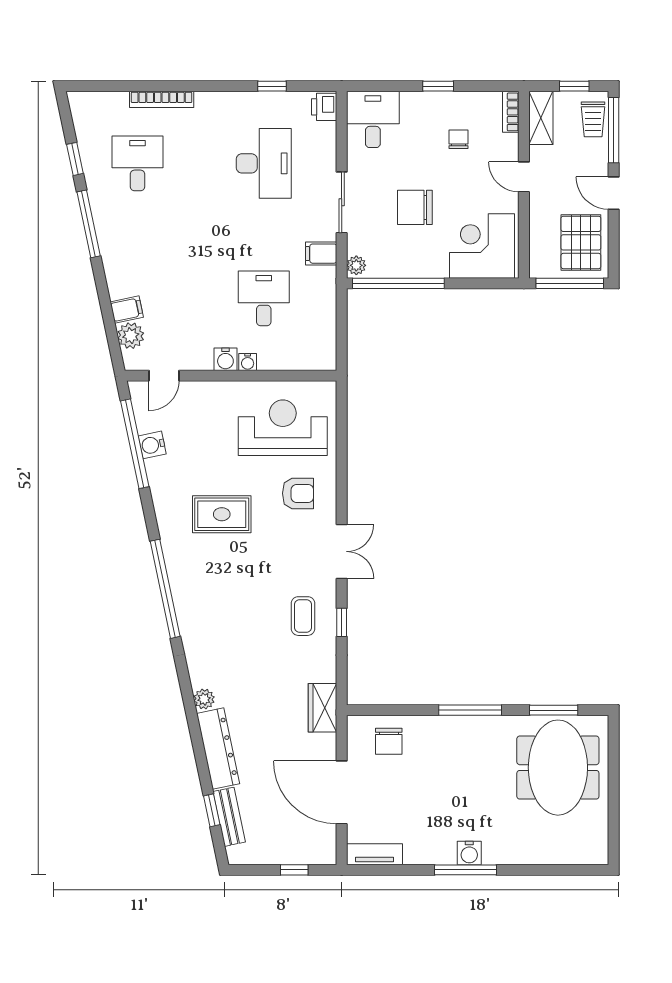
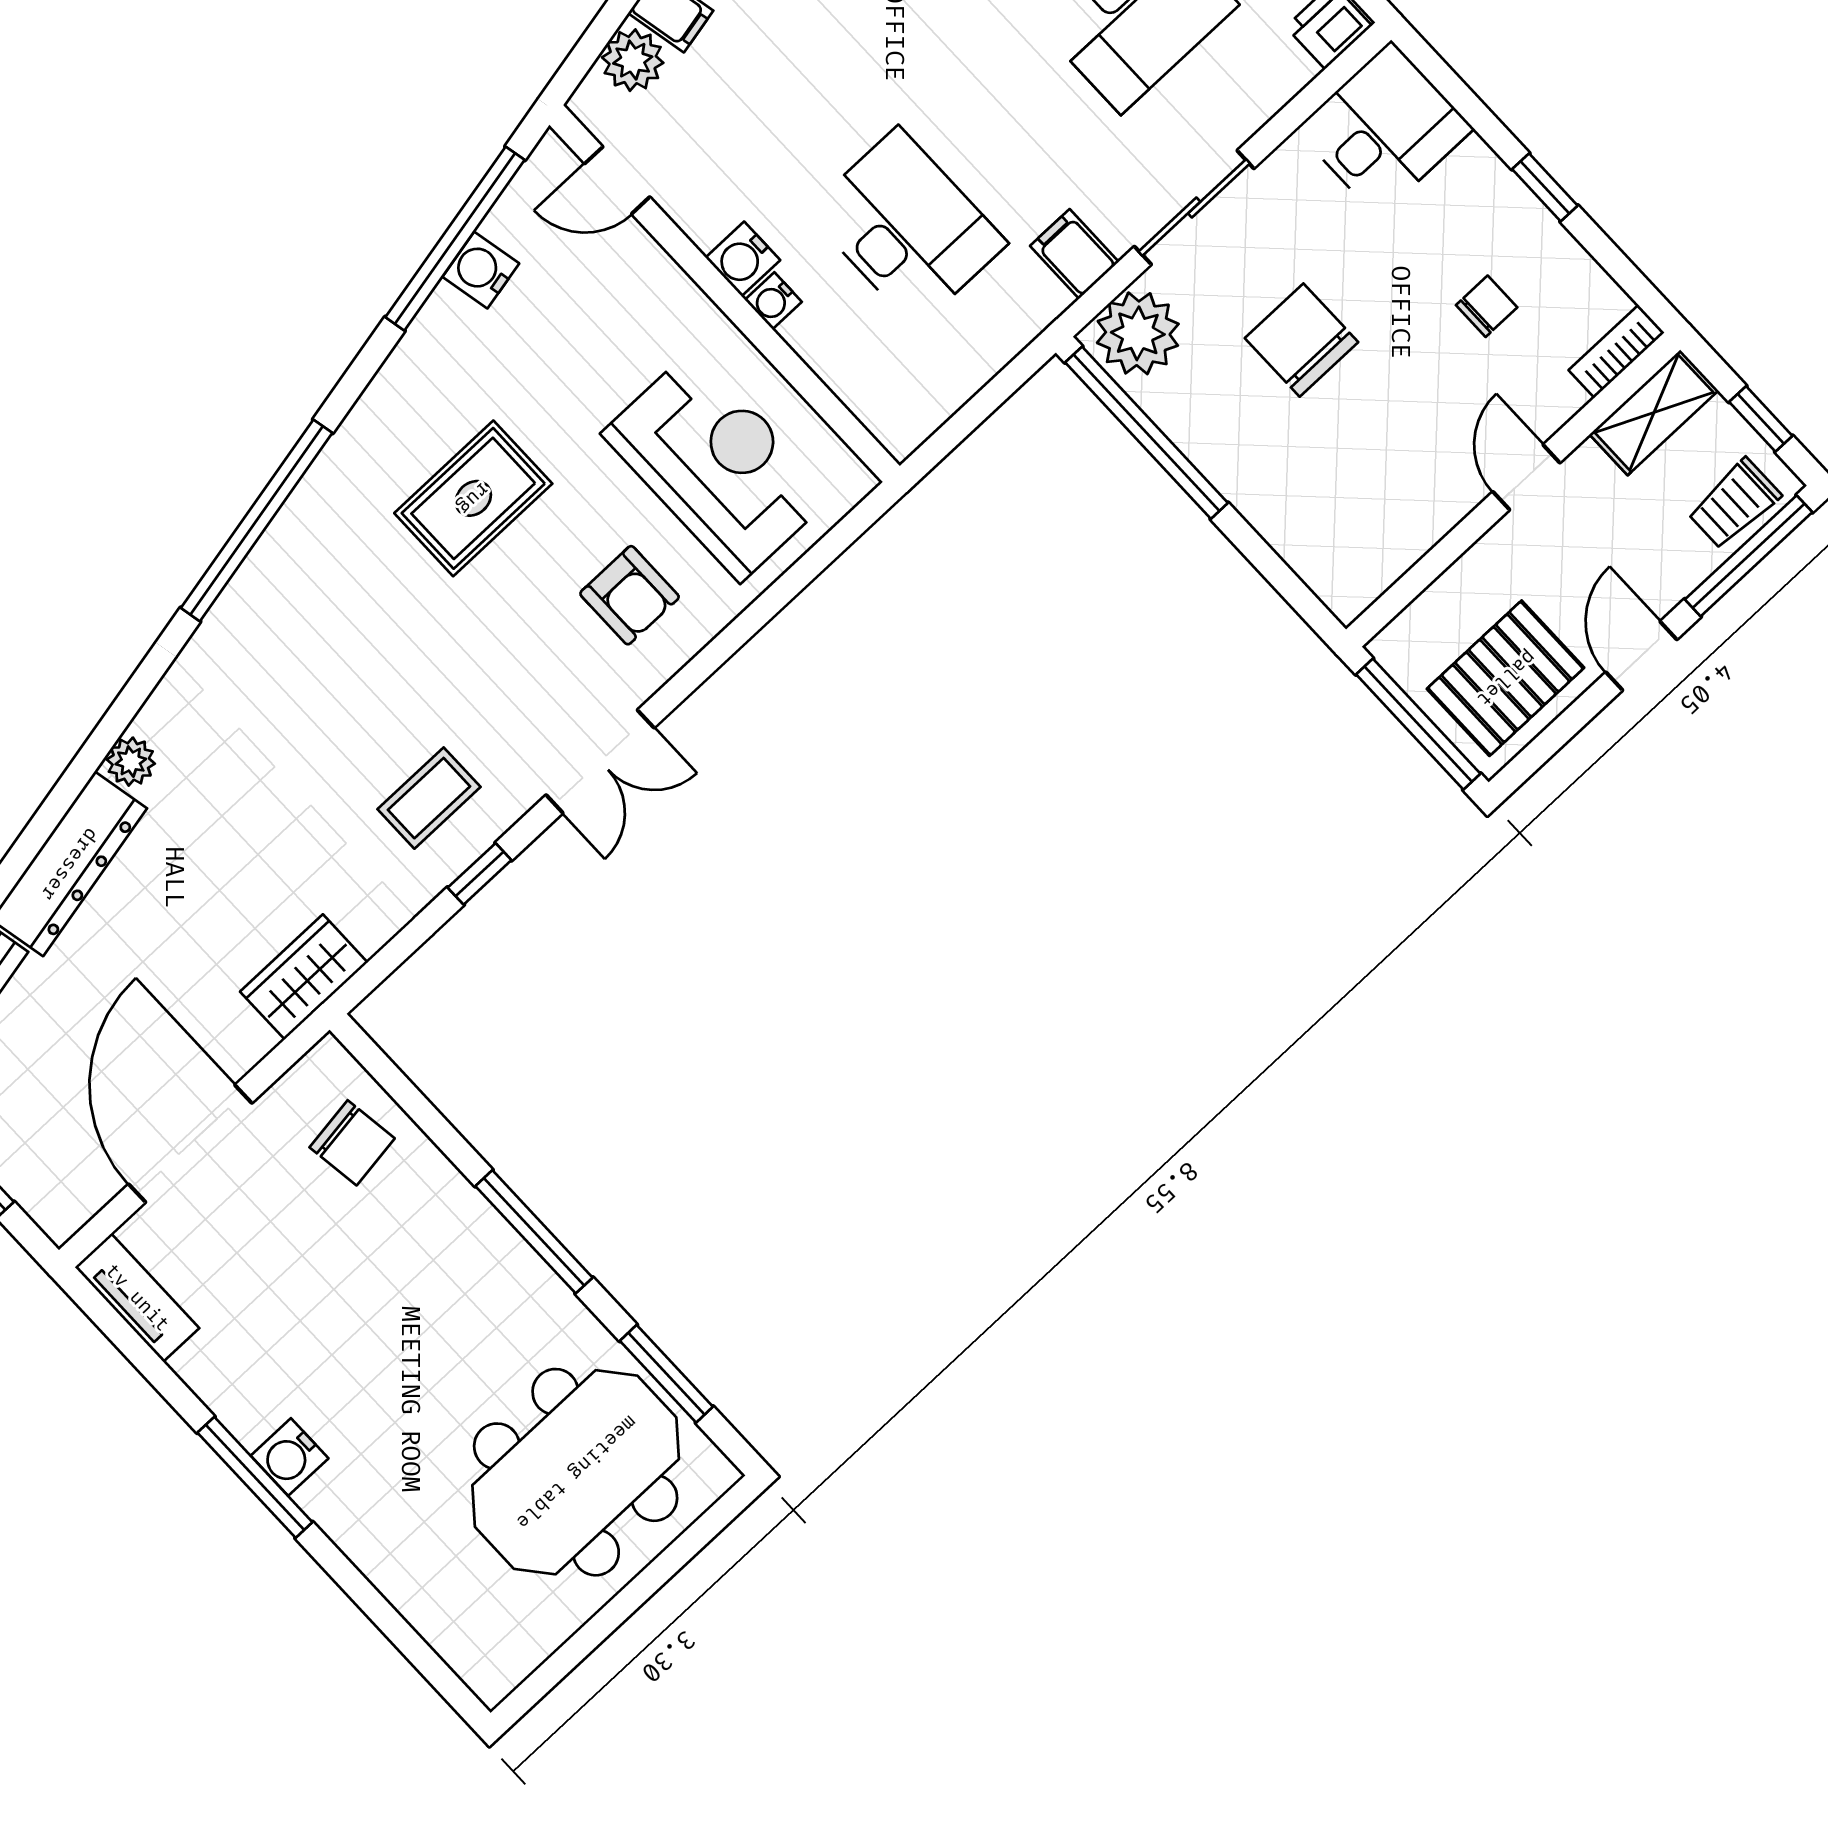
corner desk: (482, 246) -> (1342, 516), removed
plant: (356, 265) -> (1138, 333), width x1.87, depth x1.87
desk: (264, 298) -> (907, 227), width x1.37
rug: (222, 514) -> (473, 498), turned 90
chair: (389, 741) -> (352, 1143), turned -98

